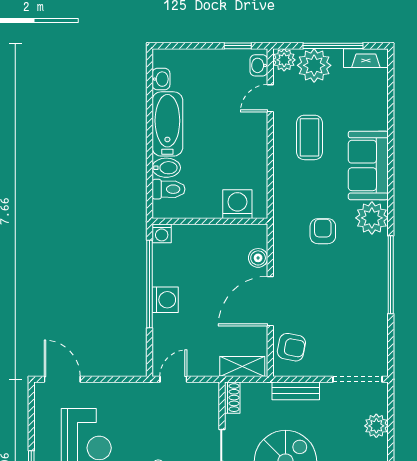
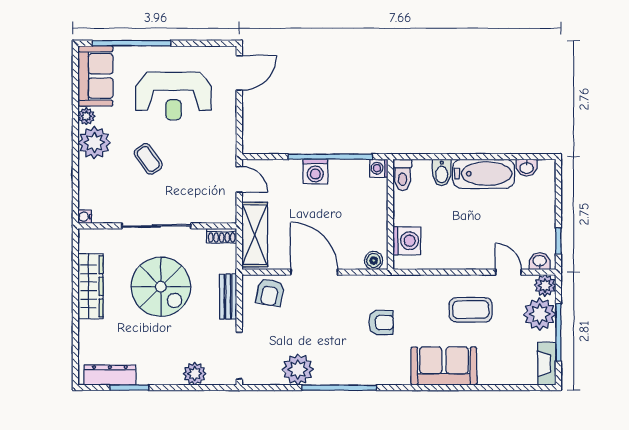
toilet: (169, 189) -> (402, 175), moved
plant: (372, 218) -> (298, 369), moved
boiler: (258, 258) -> (374, 260), moved
shelving: (242, 367) -> (255, 235), width x1.50, depth x1.33

